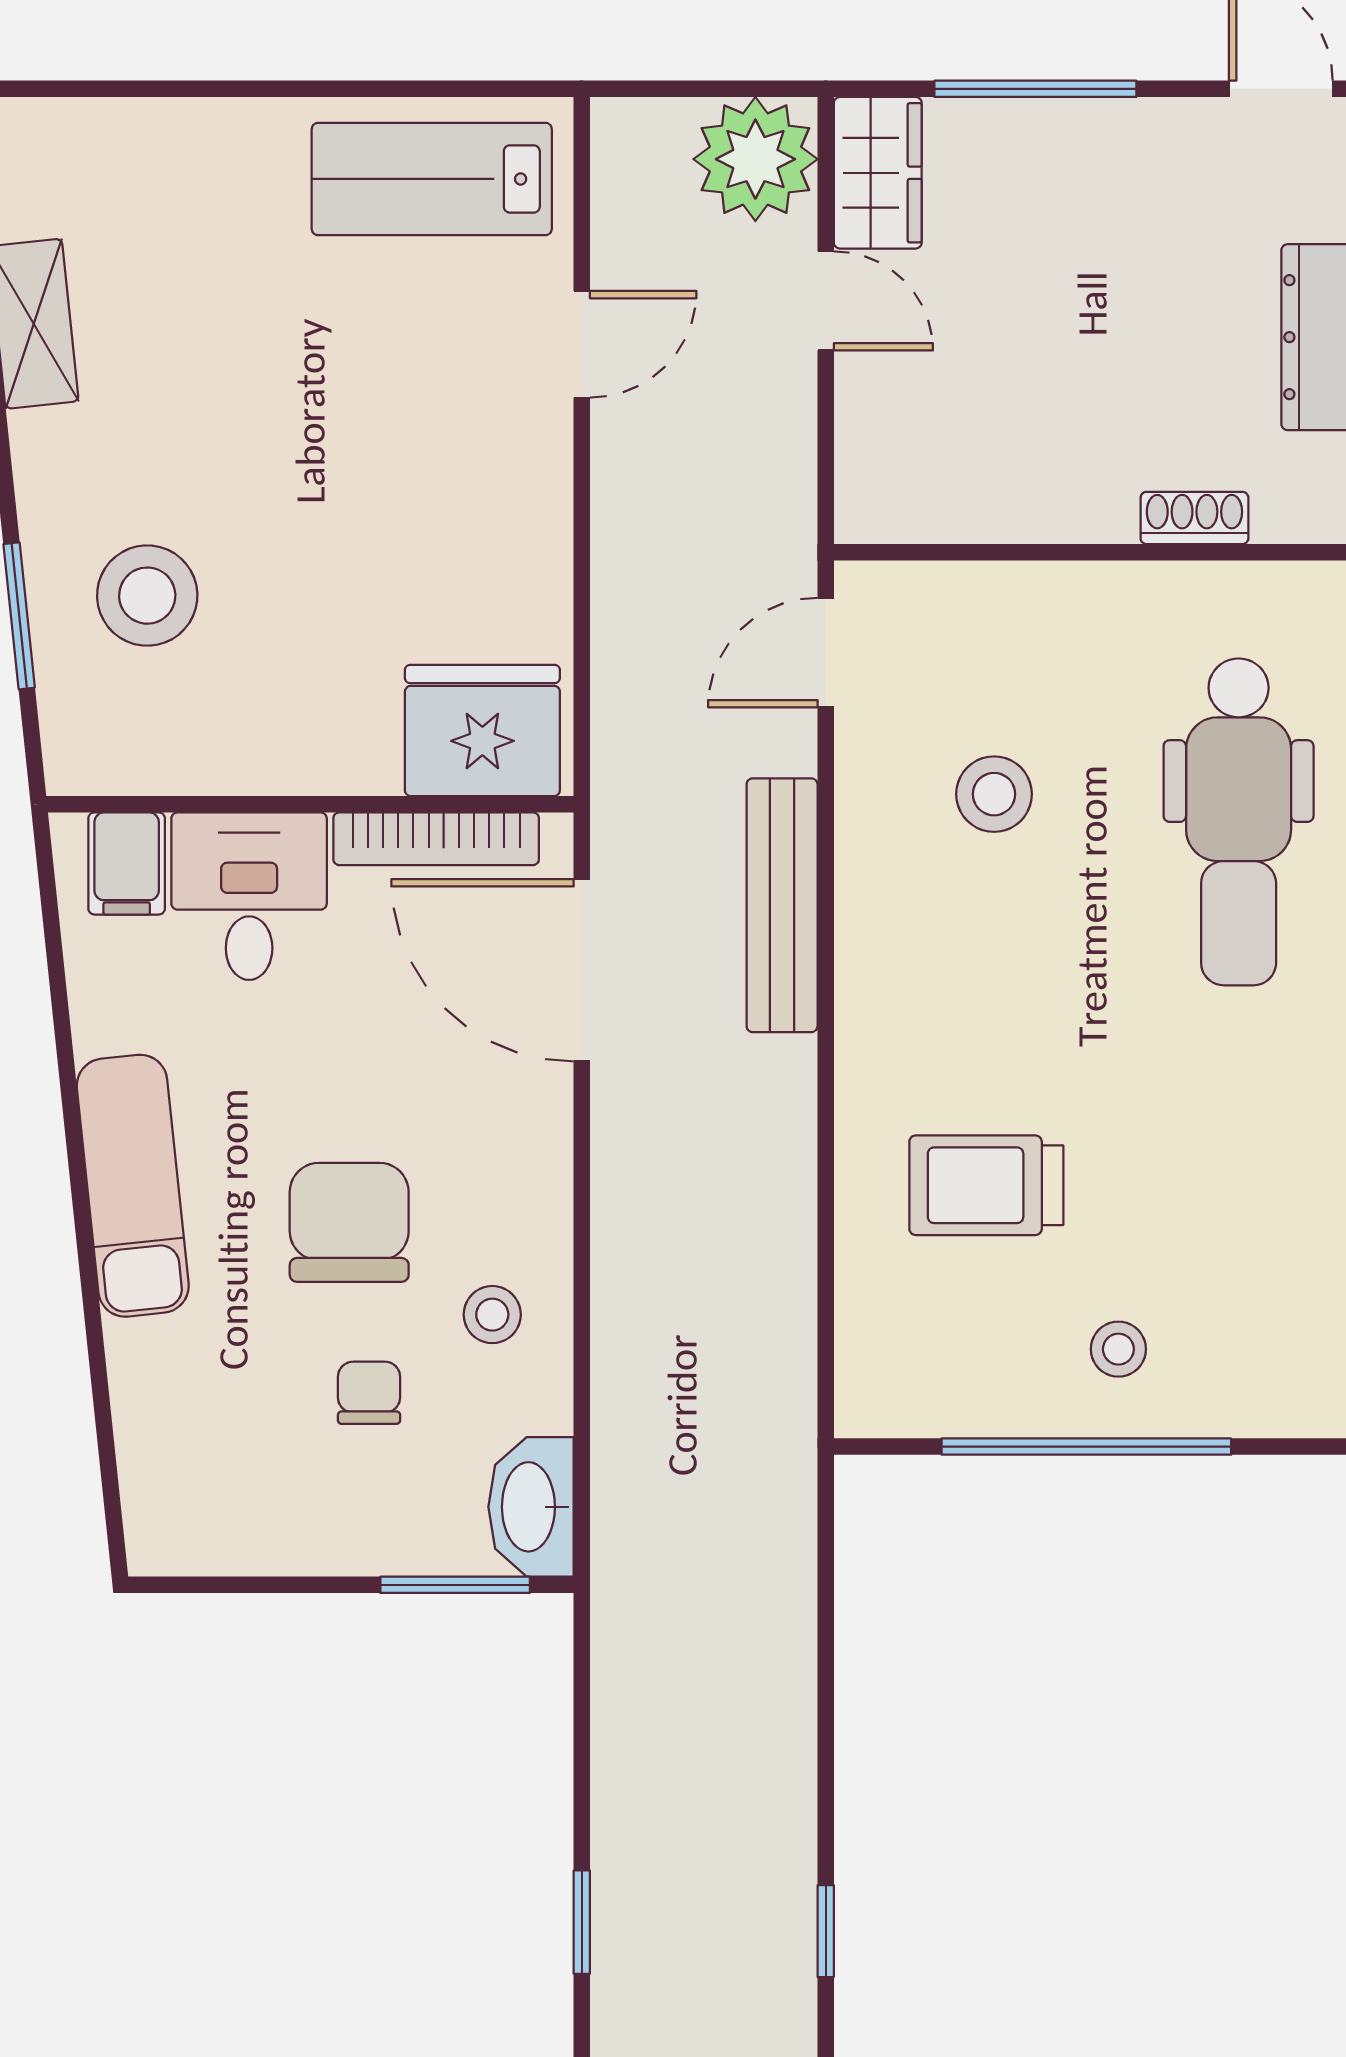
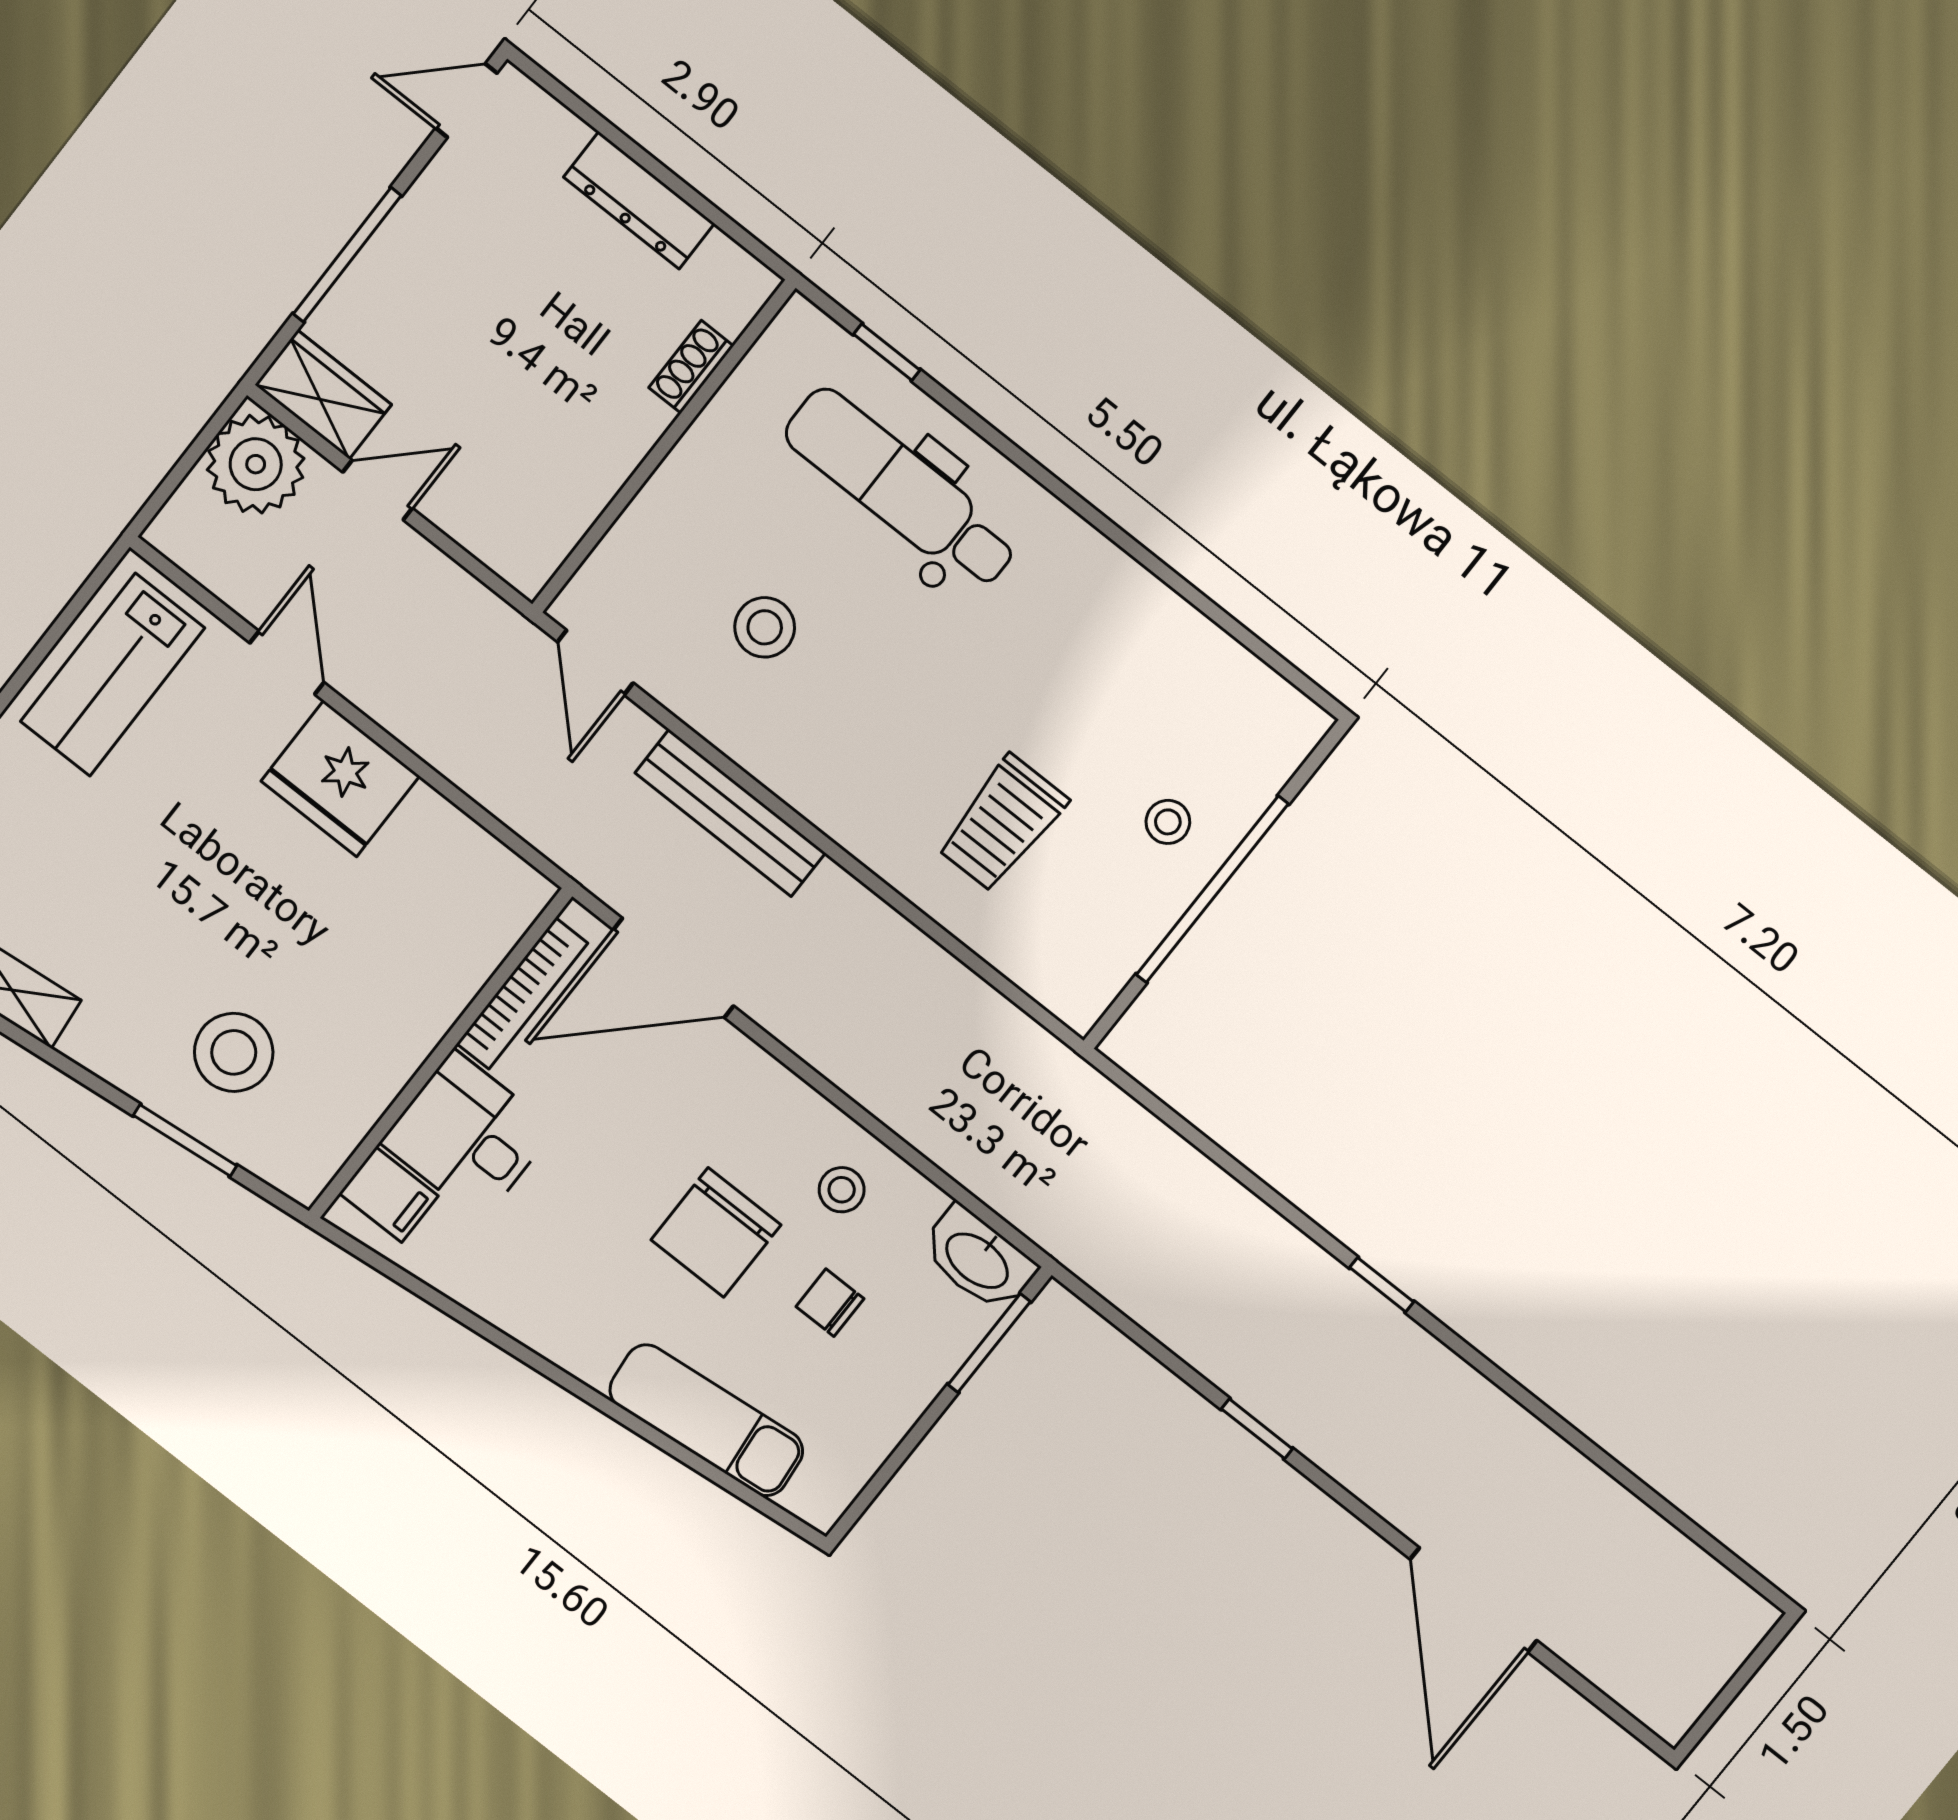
fridge: (482, 730) -> (340, 779), moved, turned -90
dental chair: (1239, 822) -> (901, 489), turned 180
exam couch: (133, 1186) -> (706, 1420), moved
chair: (349, 1222) -> (716, 1232), turned -90

